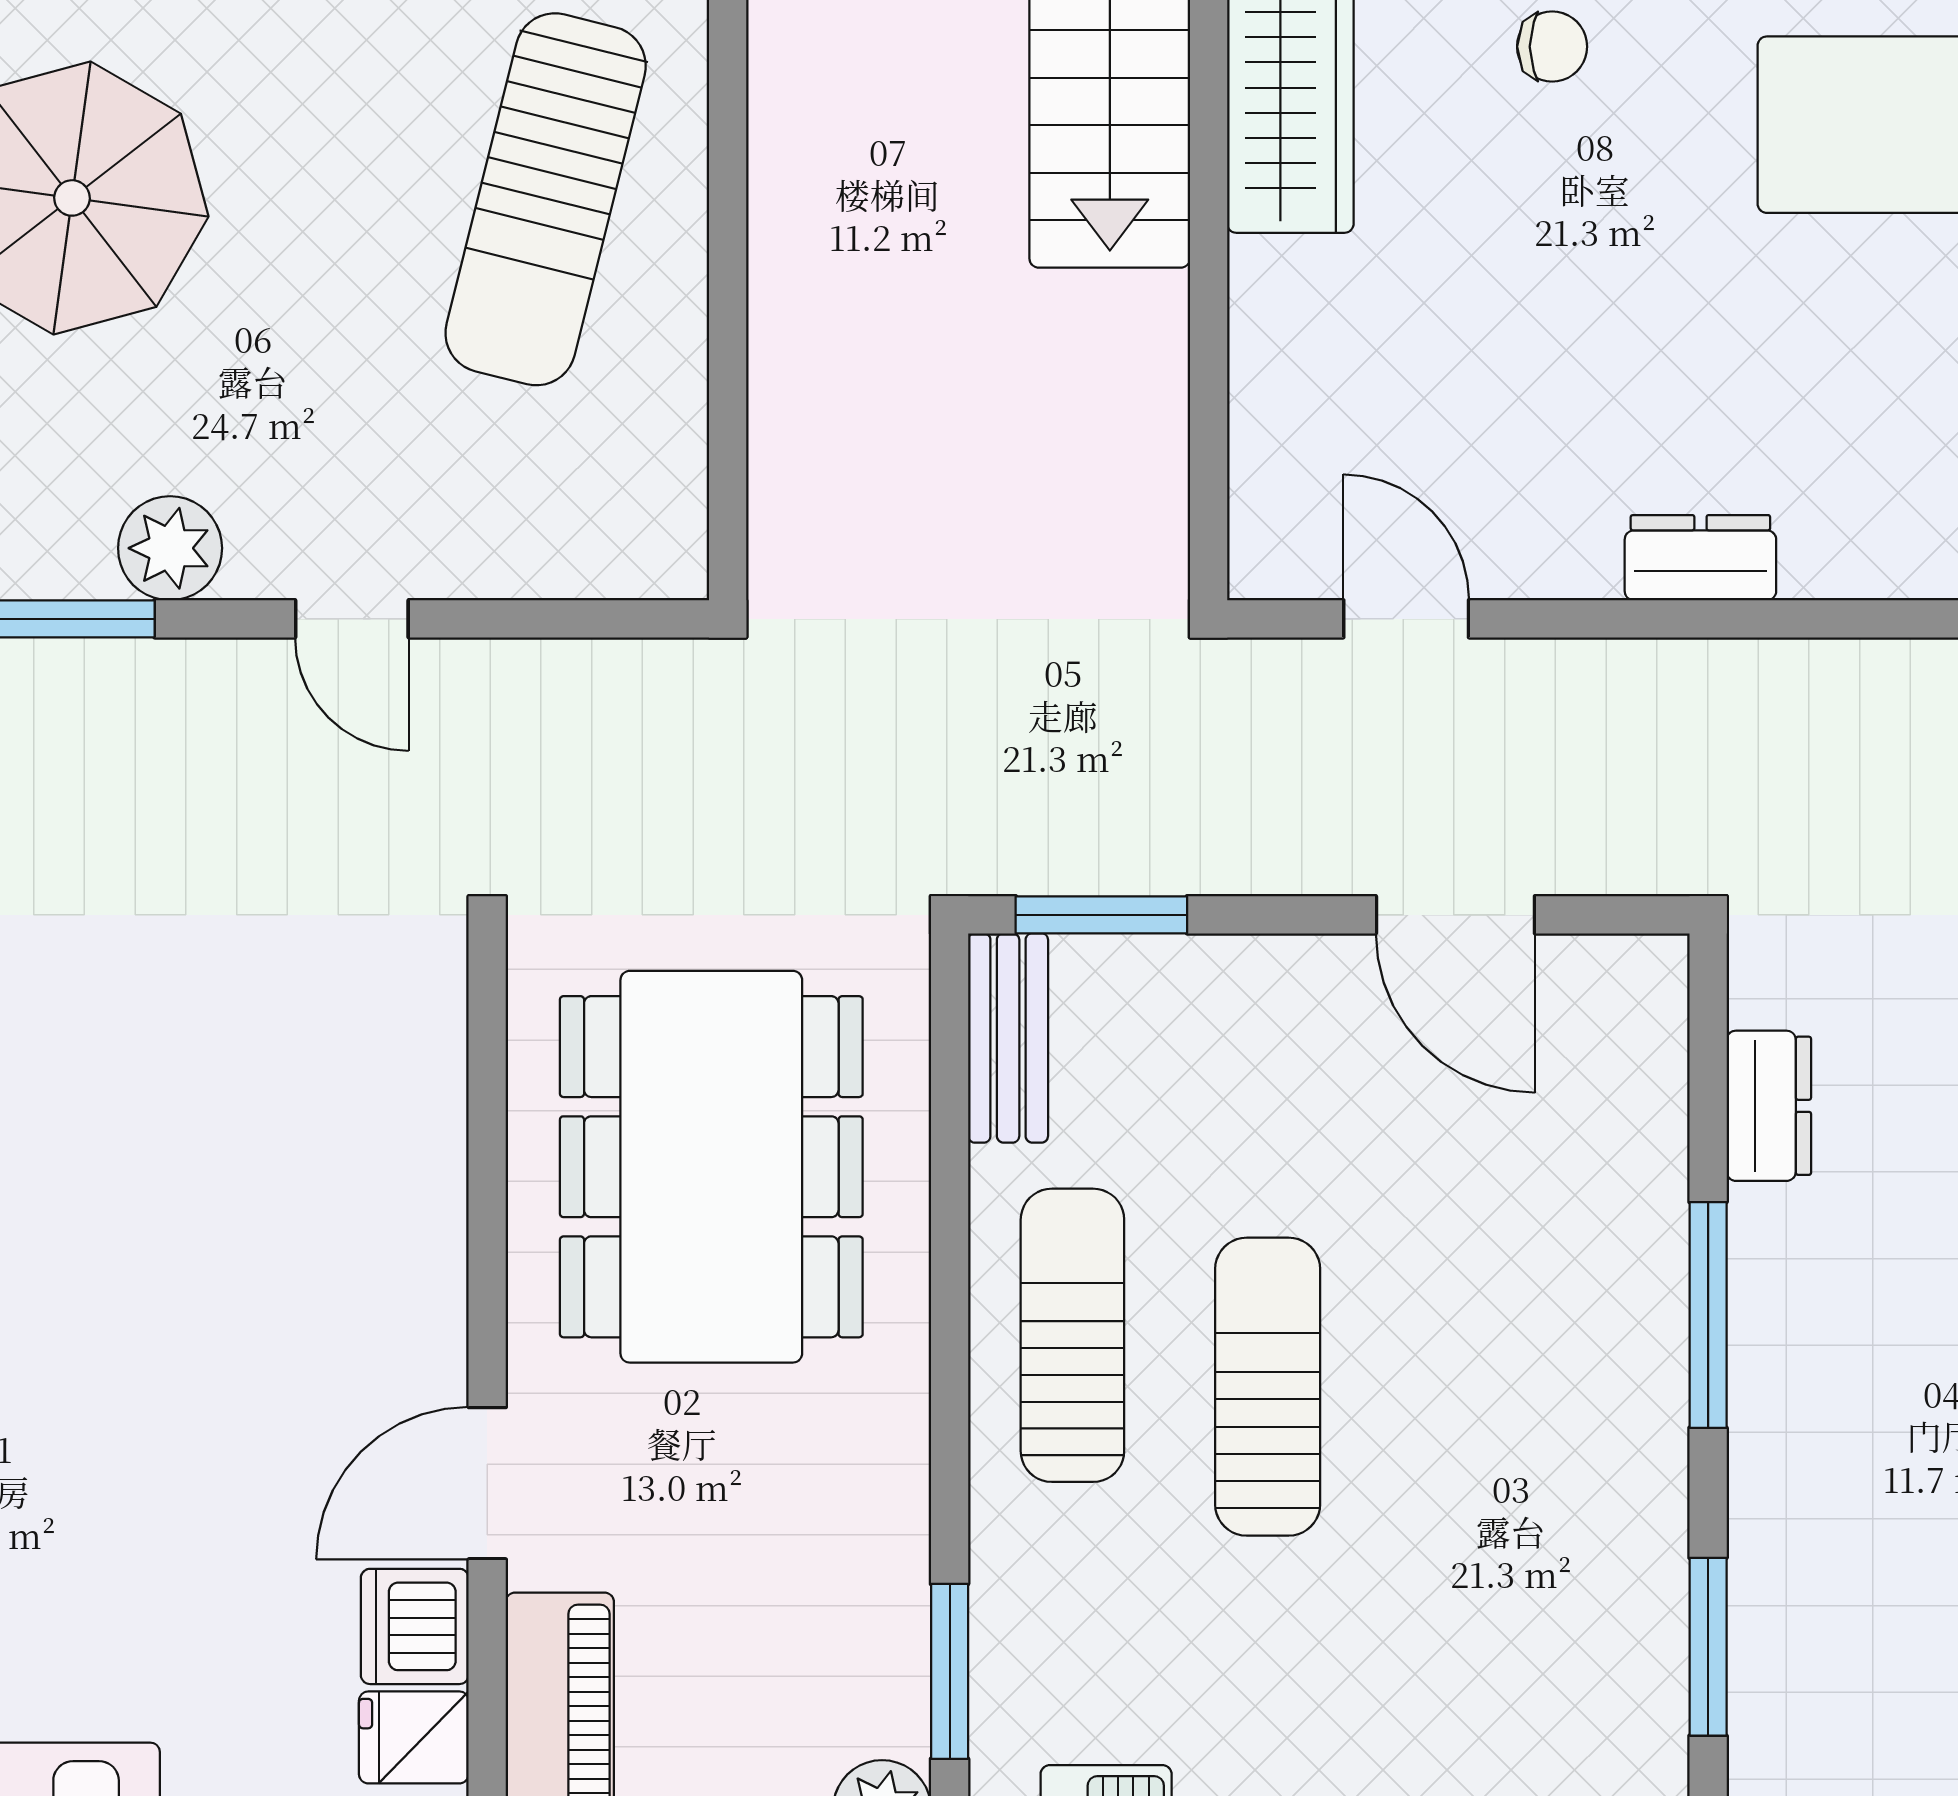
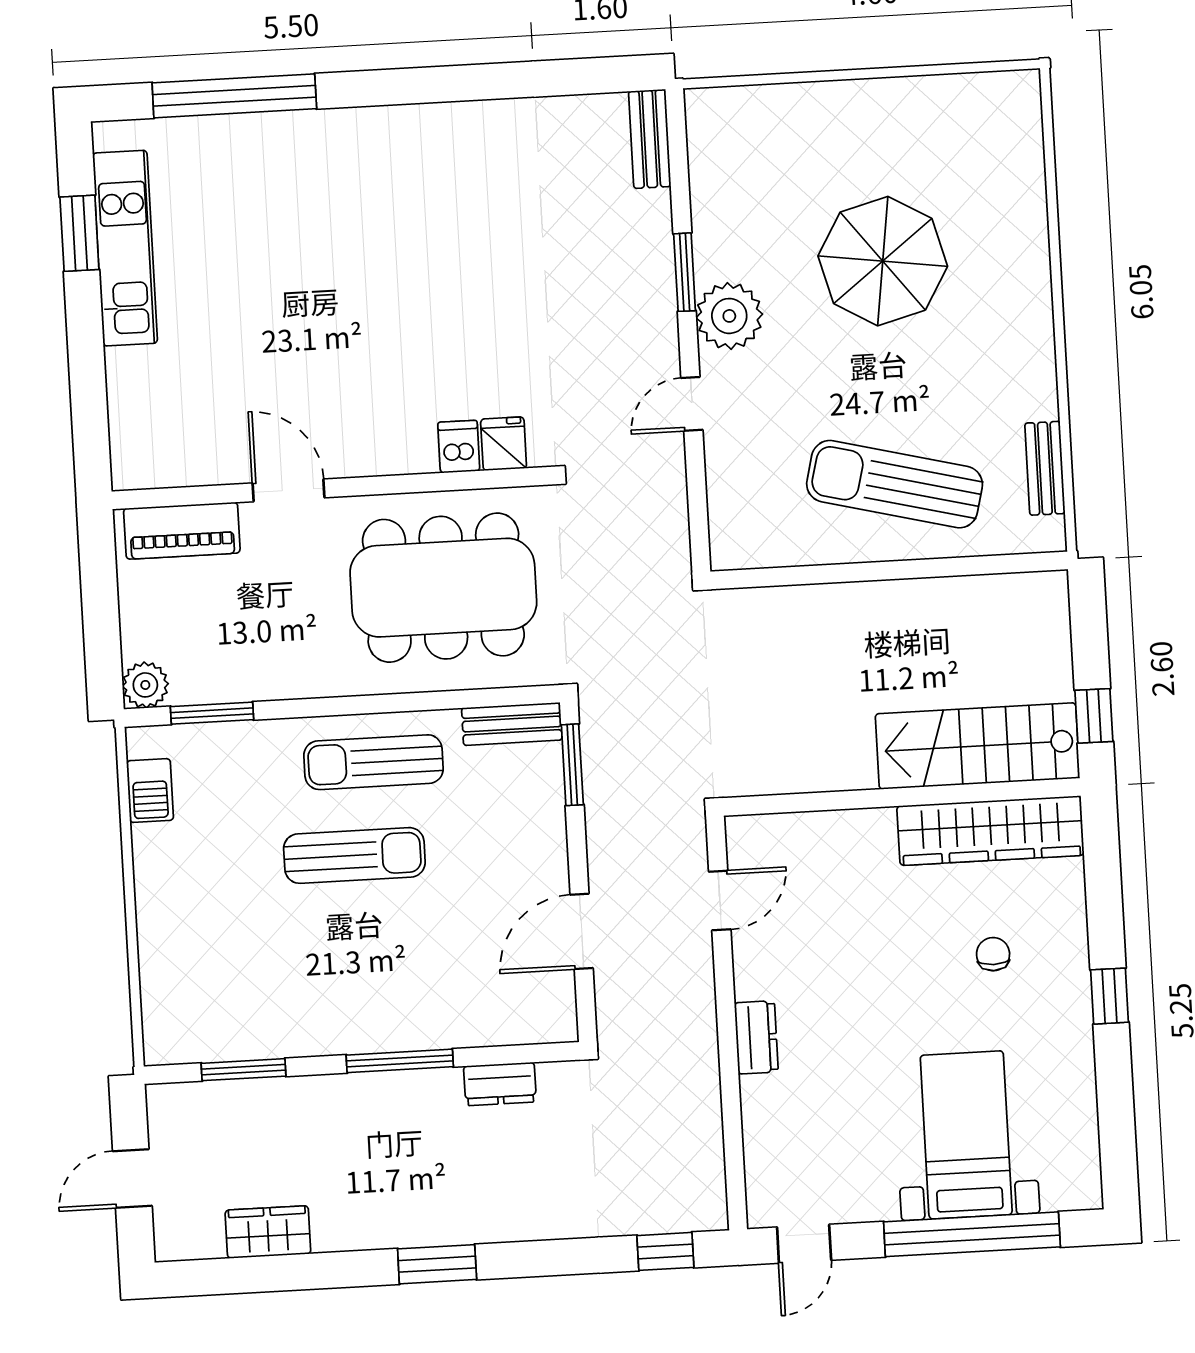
chair: (1552, 47) -> (993, 954), turned 180
plant: (170, 548) -> (729, 316), width x1.36, depth x1.36
sun lounger: (1072, 1335) -> (373, 762), turned 180
dishwasher: (415, 1626) -> (459, 447), moved, width x0.73
fridge: (414, 1737) -> (504, 444), moved

